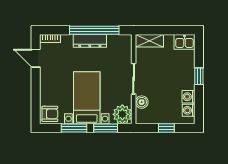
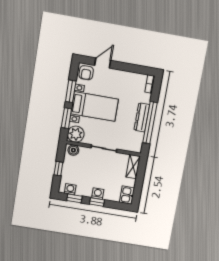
door: (36, 58) -> (103, 63), moved
washing machine: (188, 97) -> (98, 194), moved
boiler: (142, 102) -> (73, 150), moved
window: (199, 104) -> (74, 198), added

